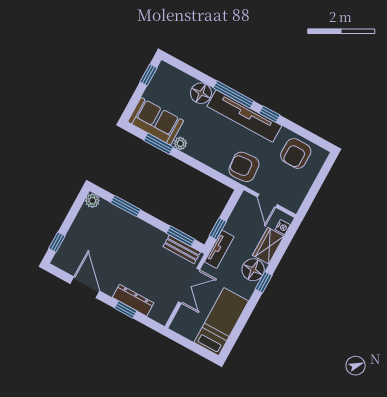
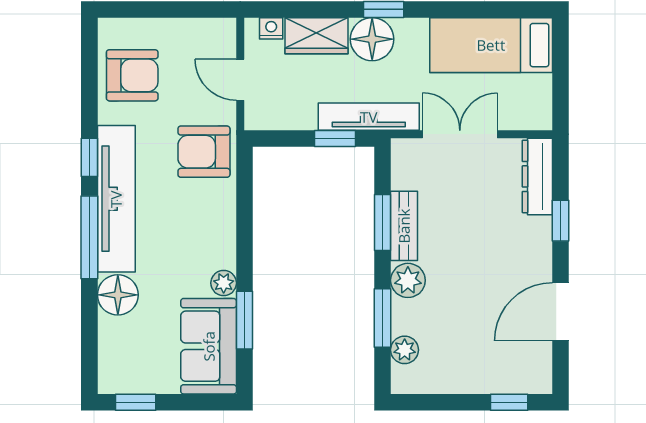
armchair: (244, 167) -> (204, 152), turned 95
plant: (92, 201) -> (405, 350), moved
door: (267, 201) -> (240, 80), swing flipped
plant: (136, 227) -> (408, 280), added
window: (181, 236) -> (383, 222), moved
bench: (182, 249) -> (404, 226), moved
tv unit: (219, 249) -> (369, 117), width x1.41
dresser: (133, 300) -> (537, 176), moved

